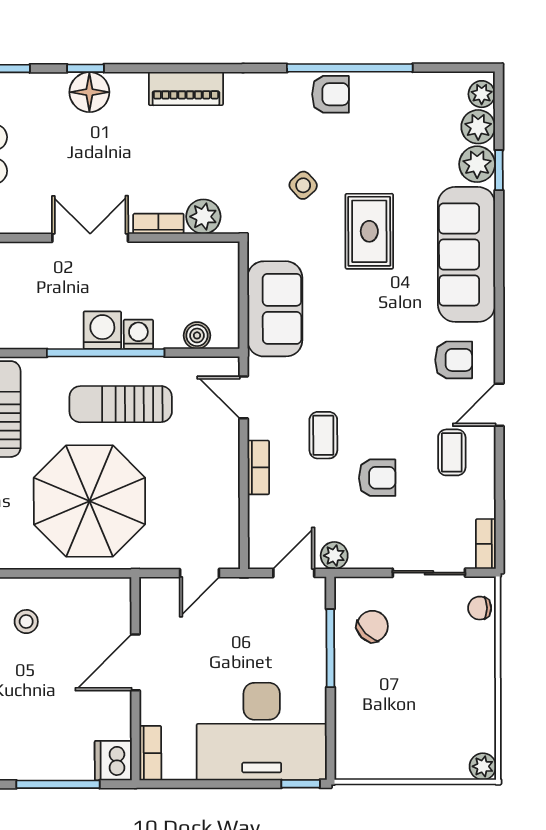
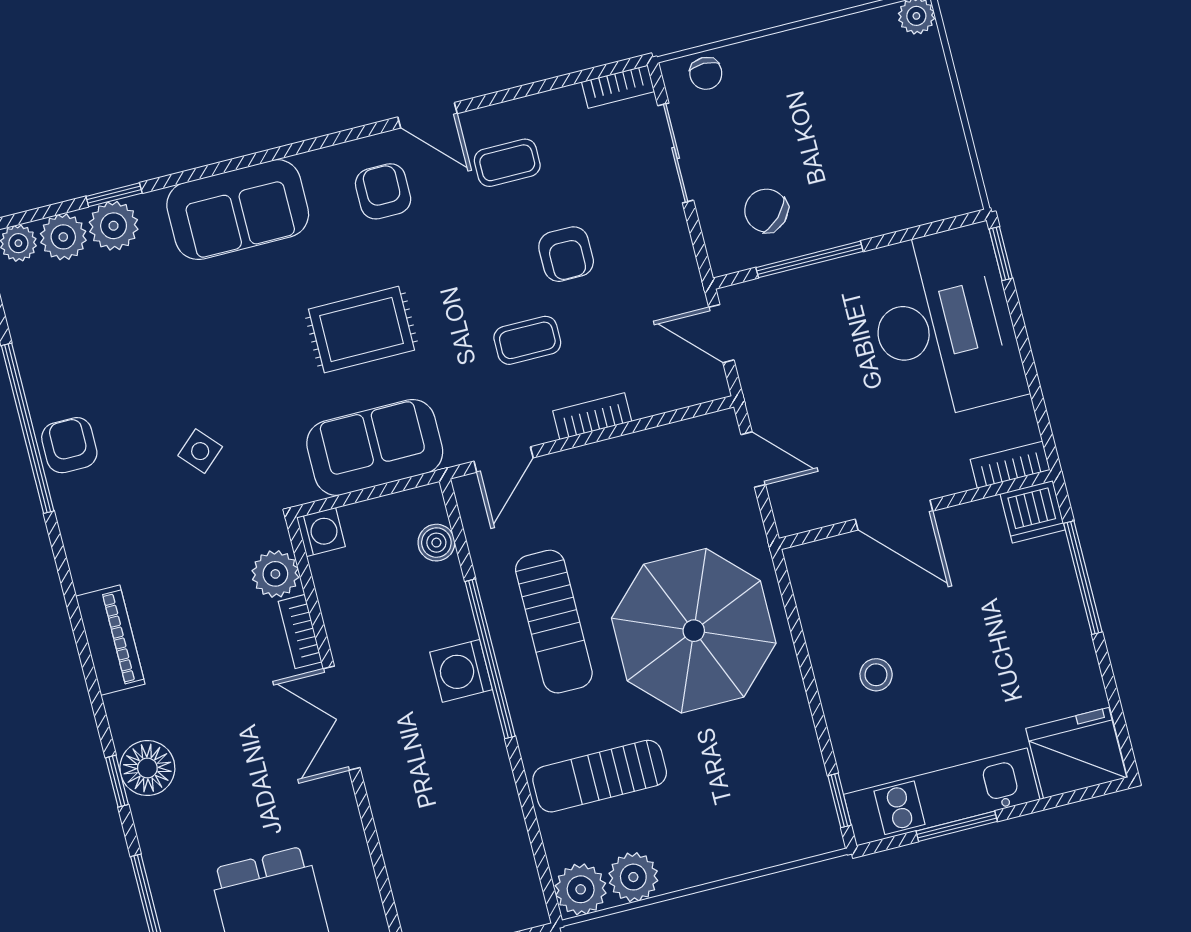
rug: (369, 231) -> (361, 330), moved
sofa: (467, 254) -> (238, 210), width x0.73
washing machine: (138, 334) -> (321, 532), moved, turned 180
armchair: (377, 478) -> (566, 254), turned 180
plant: (334, 556) -> (684, 285), removed

